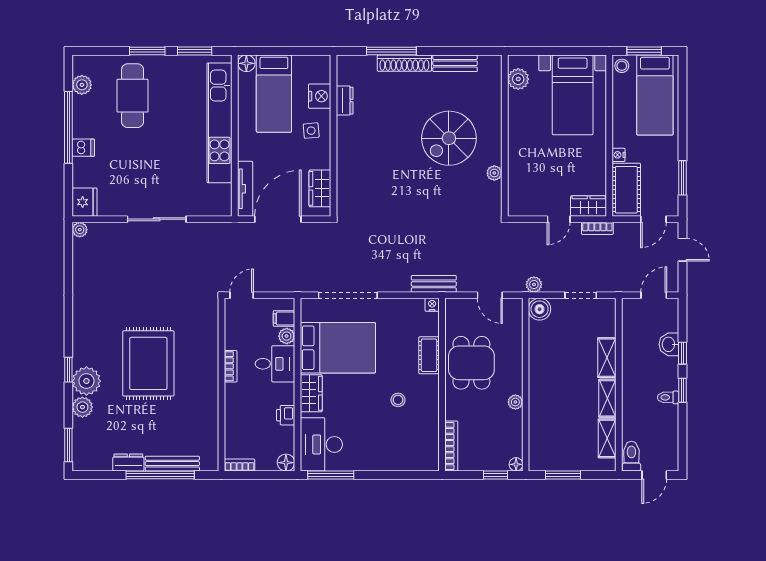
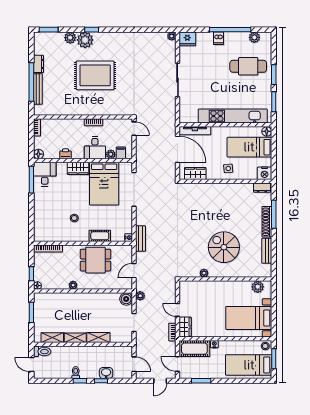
nightstand: (320, 96) -> (265, 173), moved
dresser: (345, 101) -> (262, 188), moved
desk: (321, 444) -> (45, 174), width x0.73

